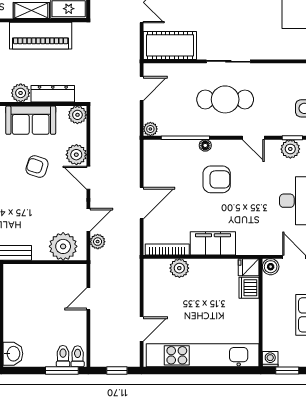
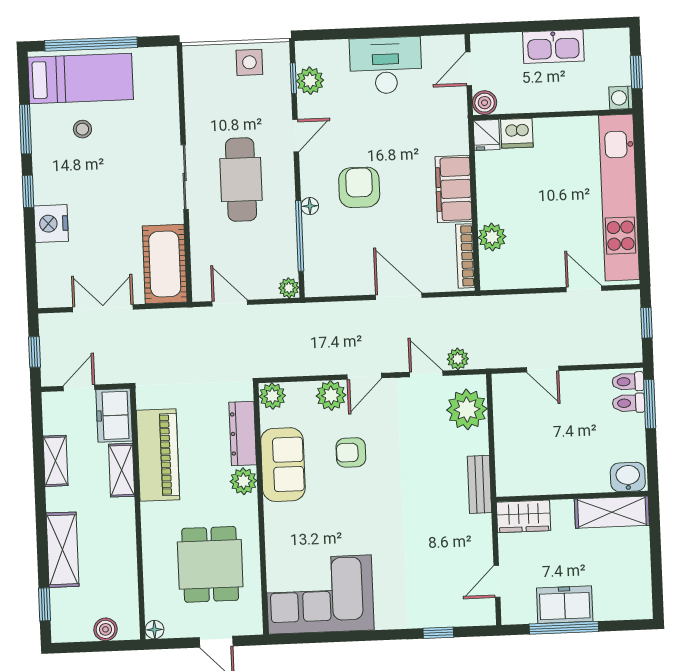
armchair: (37, 167) -> (351, 452), turned 72

